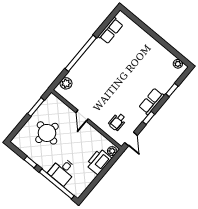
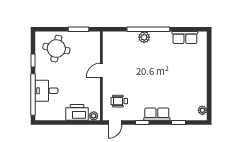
plant: (66, 83) -> (144, 37), moved
round table: (47, 133) -> (56, 49), moved

